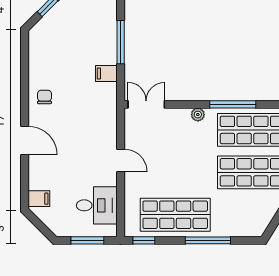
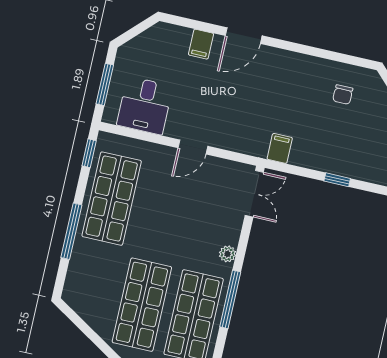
window: (121, 42) -> (337, 180), width x0.46
filing cabinet: (106, 74) -> (280, 148), moved
chair: (44, 97) -> (343, 95), moved, turned 90
filing cabinet: (39, 199) -> (201, 44), moved

